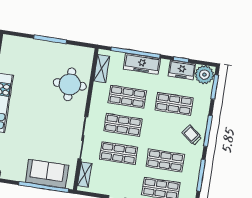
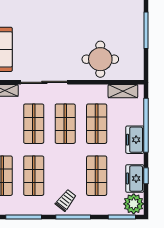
freezer: (142, 64) -> (135, 140), width x0.71

